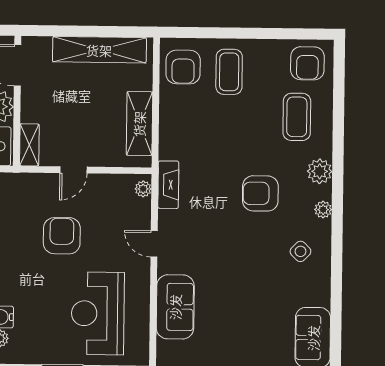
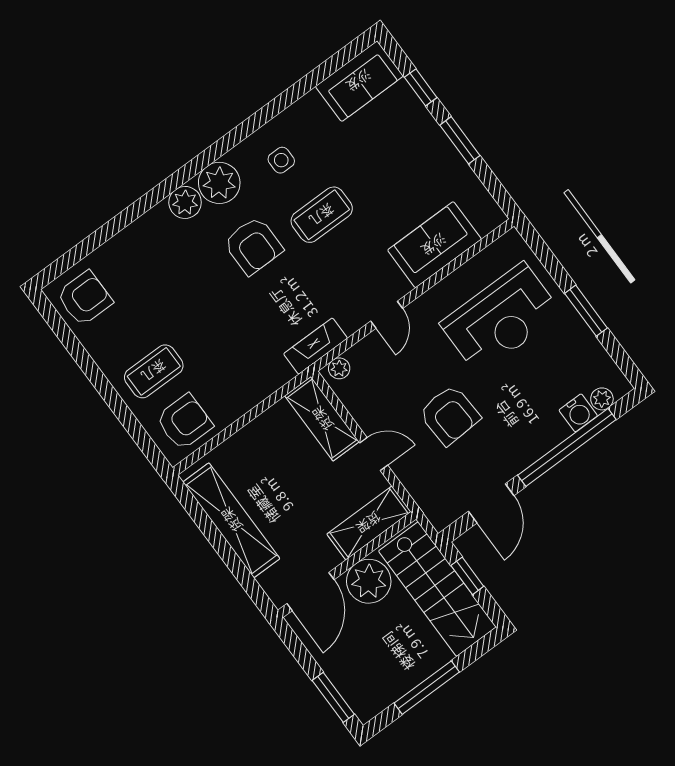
coffee table: (297, 117) -> (322, 215), moved
shelving: (139, 124) -> (322, 419), moved, turned 90
shelving: (29, 145) -> (369, 523), width x1.50, depth x1.33
plant: (323, 210) -> (219, 183), width x1.87, depth x1.87
armchair: (62, 236) -> (450, 415), turned -93
side table: (300, 251) -> (281, 160), turned 45

